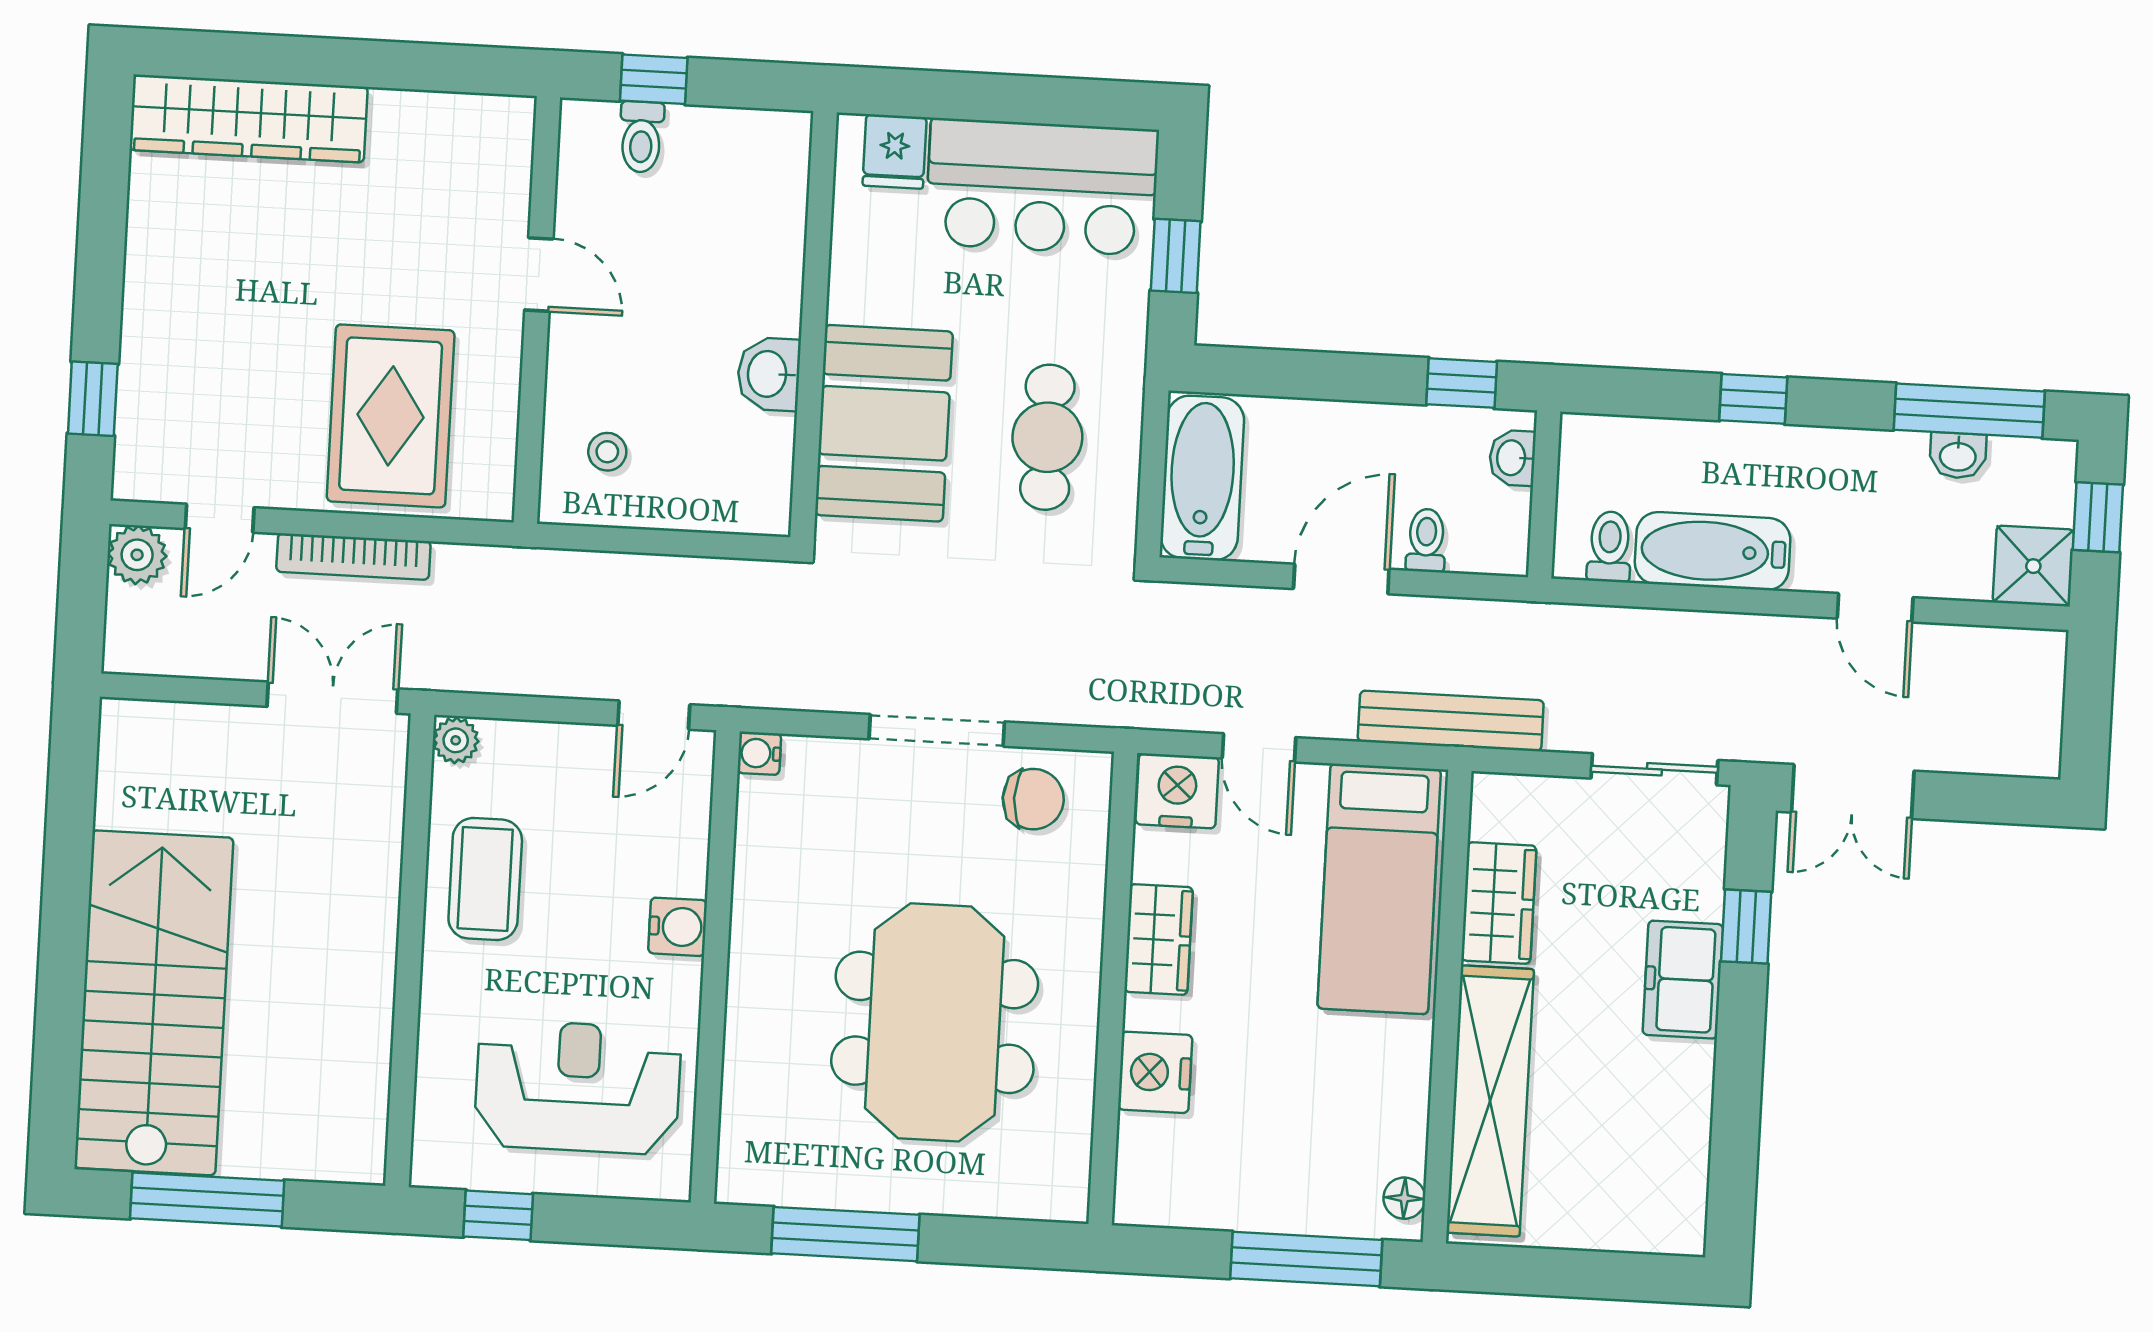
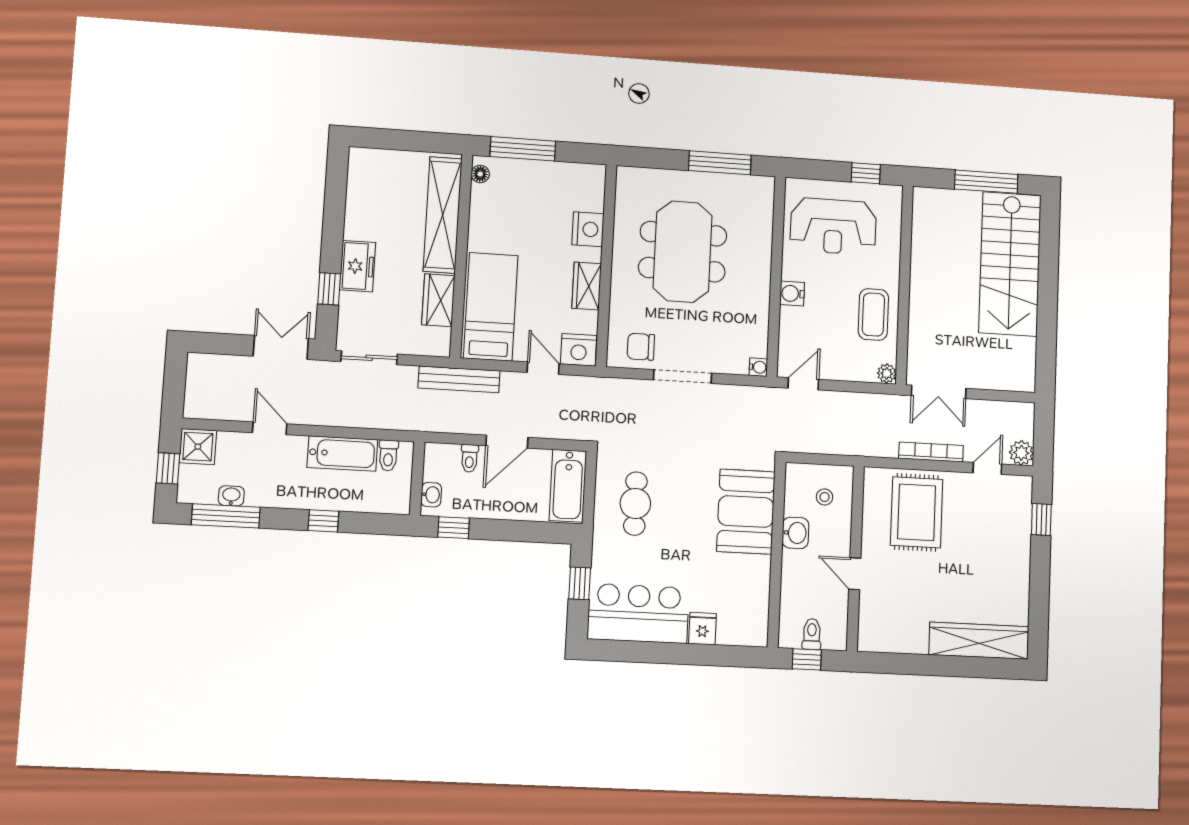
wall: (814, 325) -> (777, 554), moved
washbasin: (769, 374) -> (795, 533), moved
booth: (884, 423) -> (746, 512), moved

